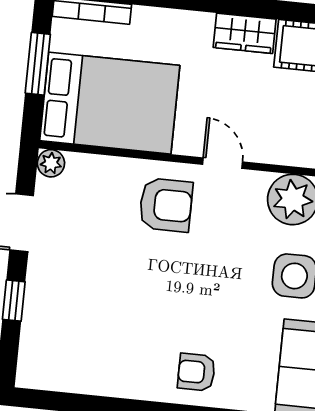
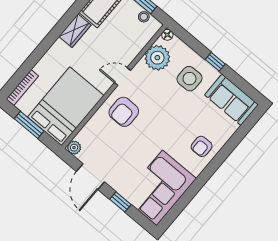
armchair: (166, 205) -> (124, 112), turned 180
corner sofa: (81, 350) -> (160, 188), added

